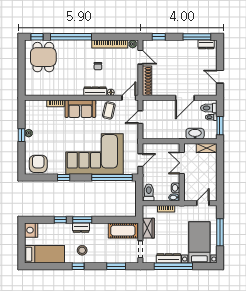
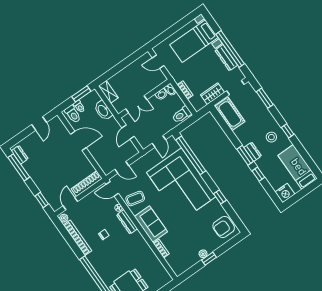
door: (165, 141) -> (128, 132), added
door: (140, 160) -> (159, 141), swing flipped
window: (220, 232) -> (173, 30), removed

